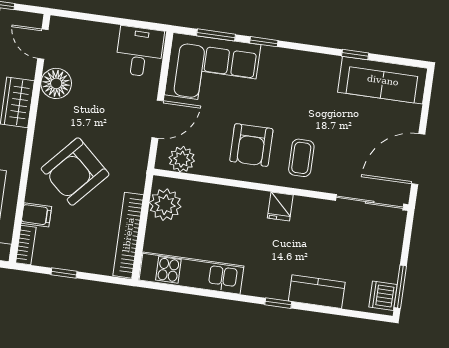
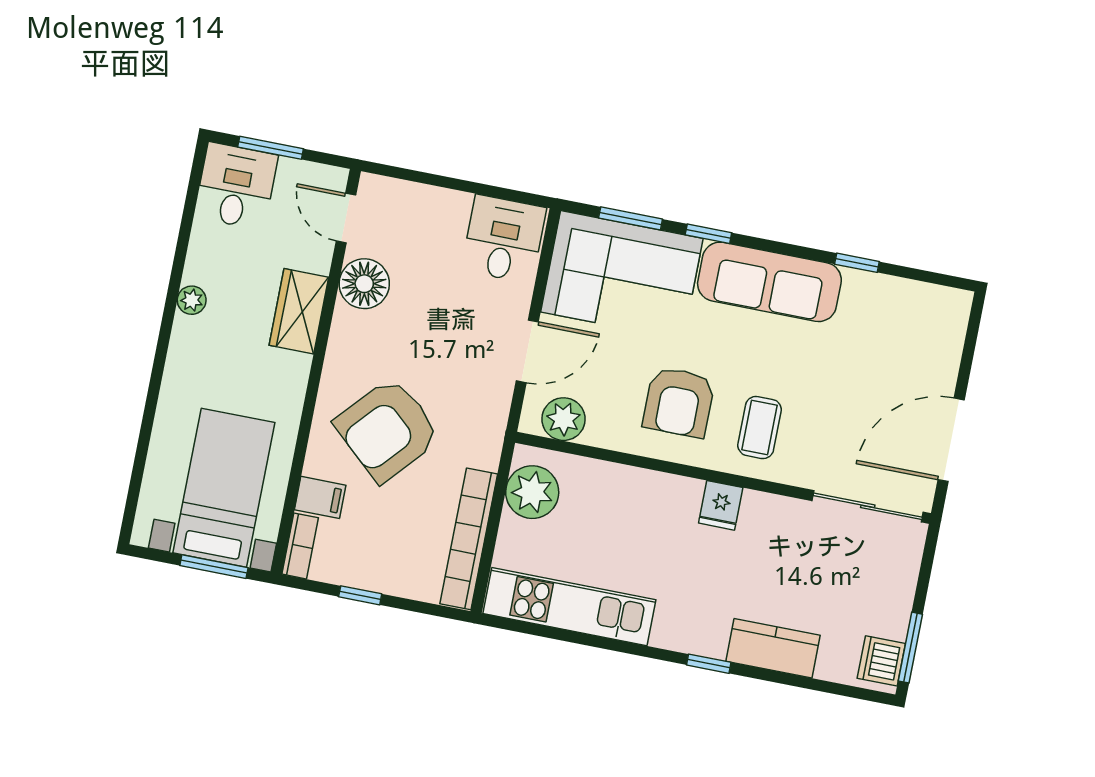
sofa: (383, 80) -> (769, 282), moved

